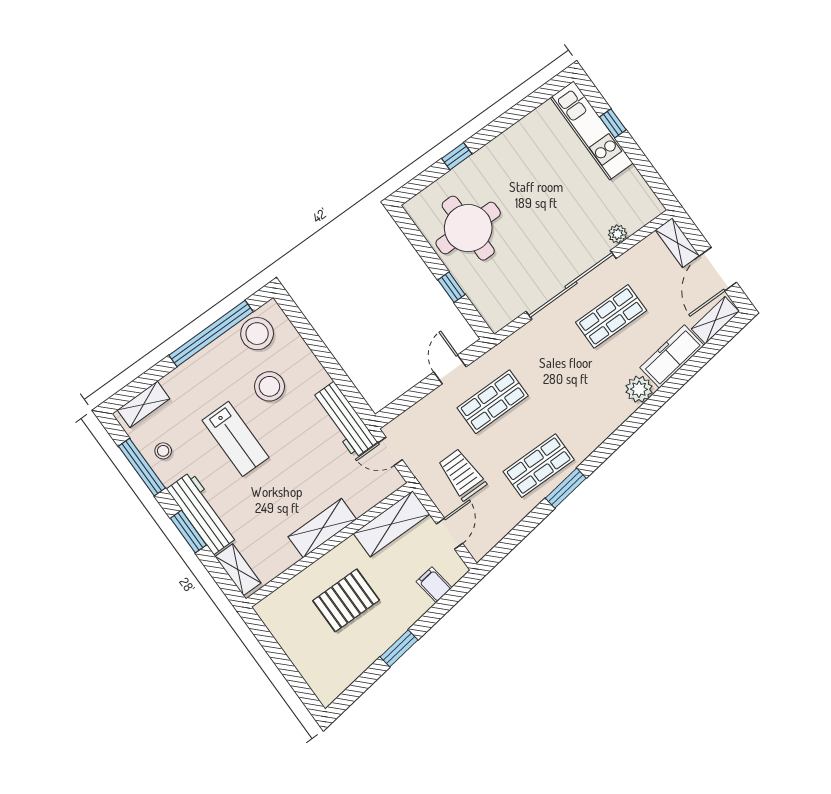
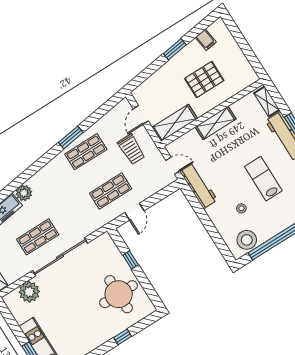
plant: (618, 234) -> (29, 292), width x1.87, depth x1.87
stool: (269, 386) -> (241, 208), width x0.53, depth x0.53
filing cabinet: (434, 585) -> (206, 40), moved

